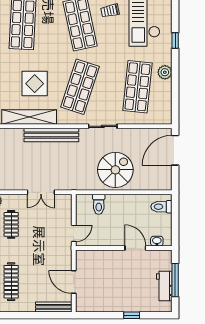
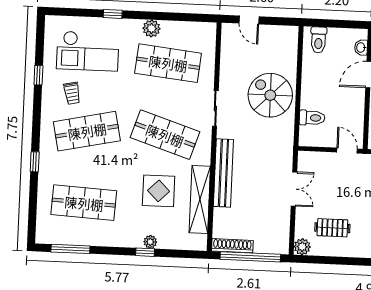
door: (175, 150) -> (249, 20), width x0.53

